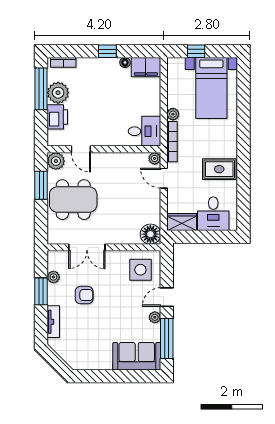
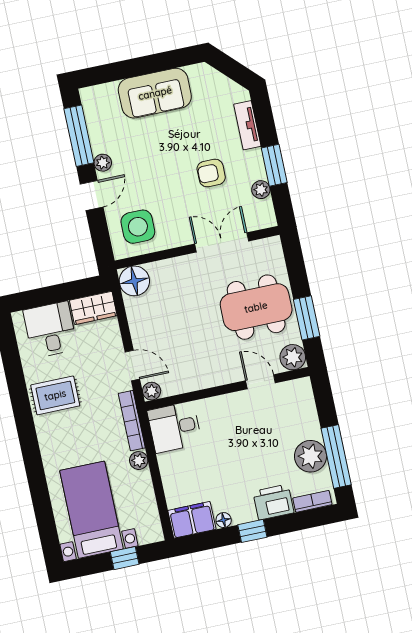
printer: (57, 117) -> (273, 502), moved, turned 90
sofa: (137, 356) -> (155, 93), moved

